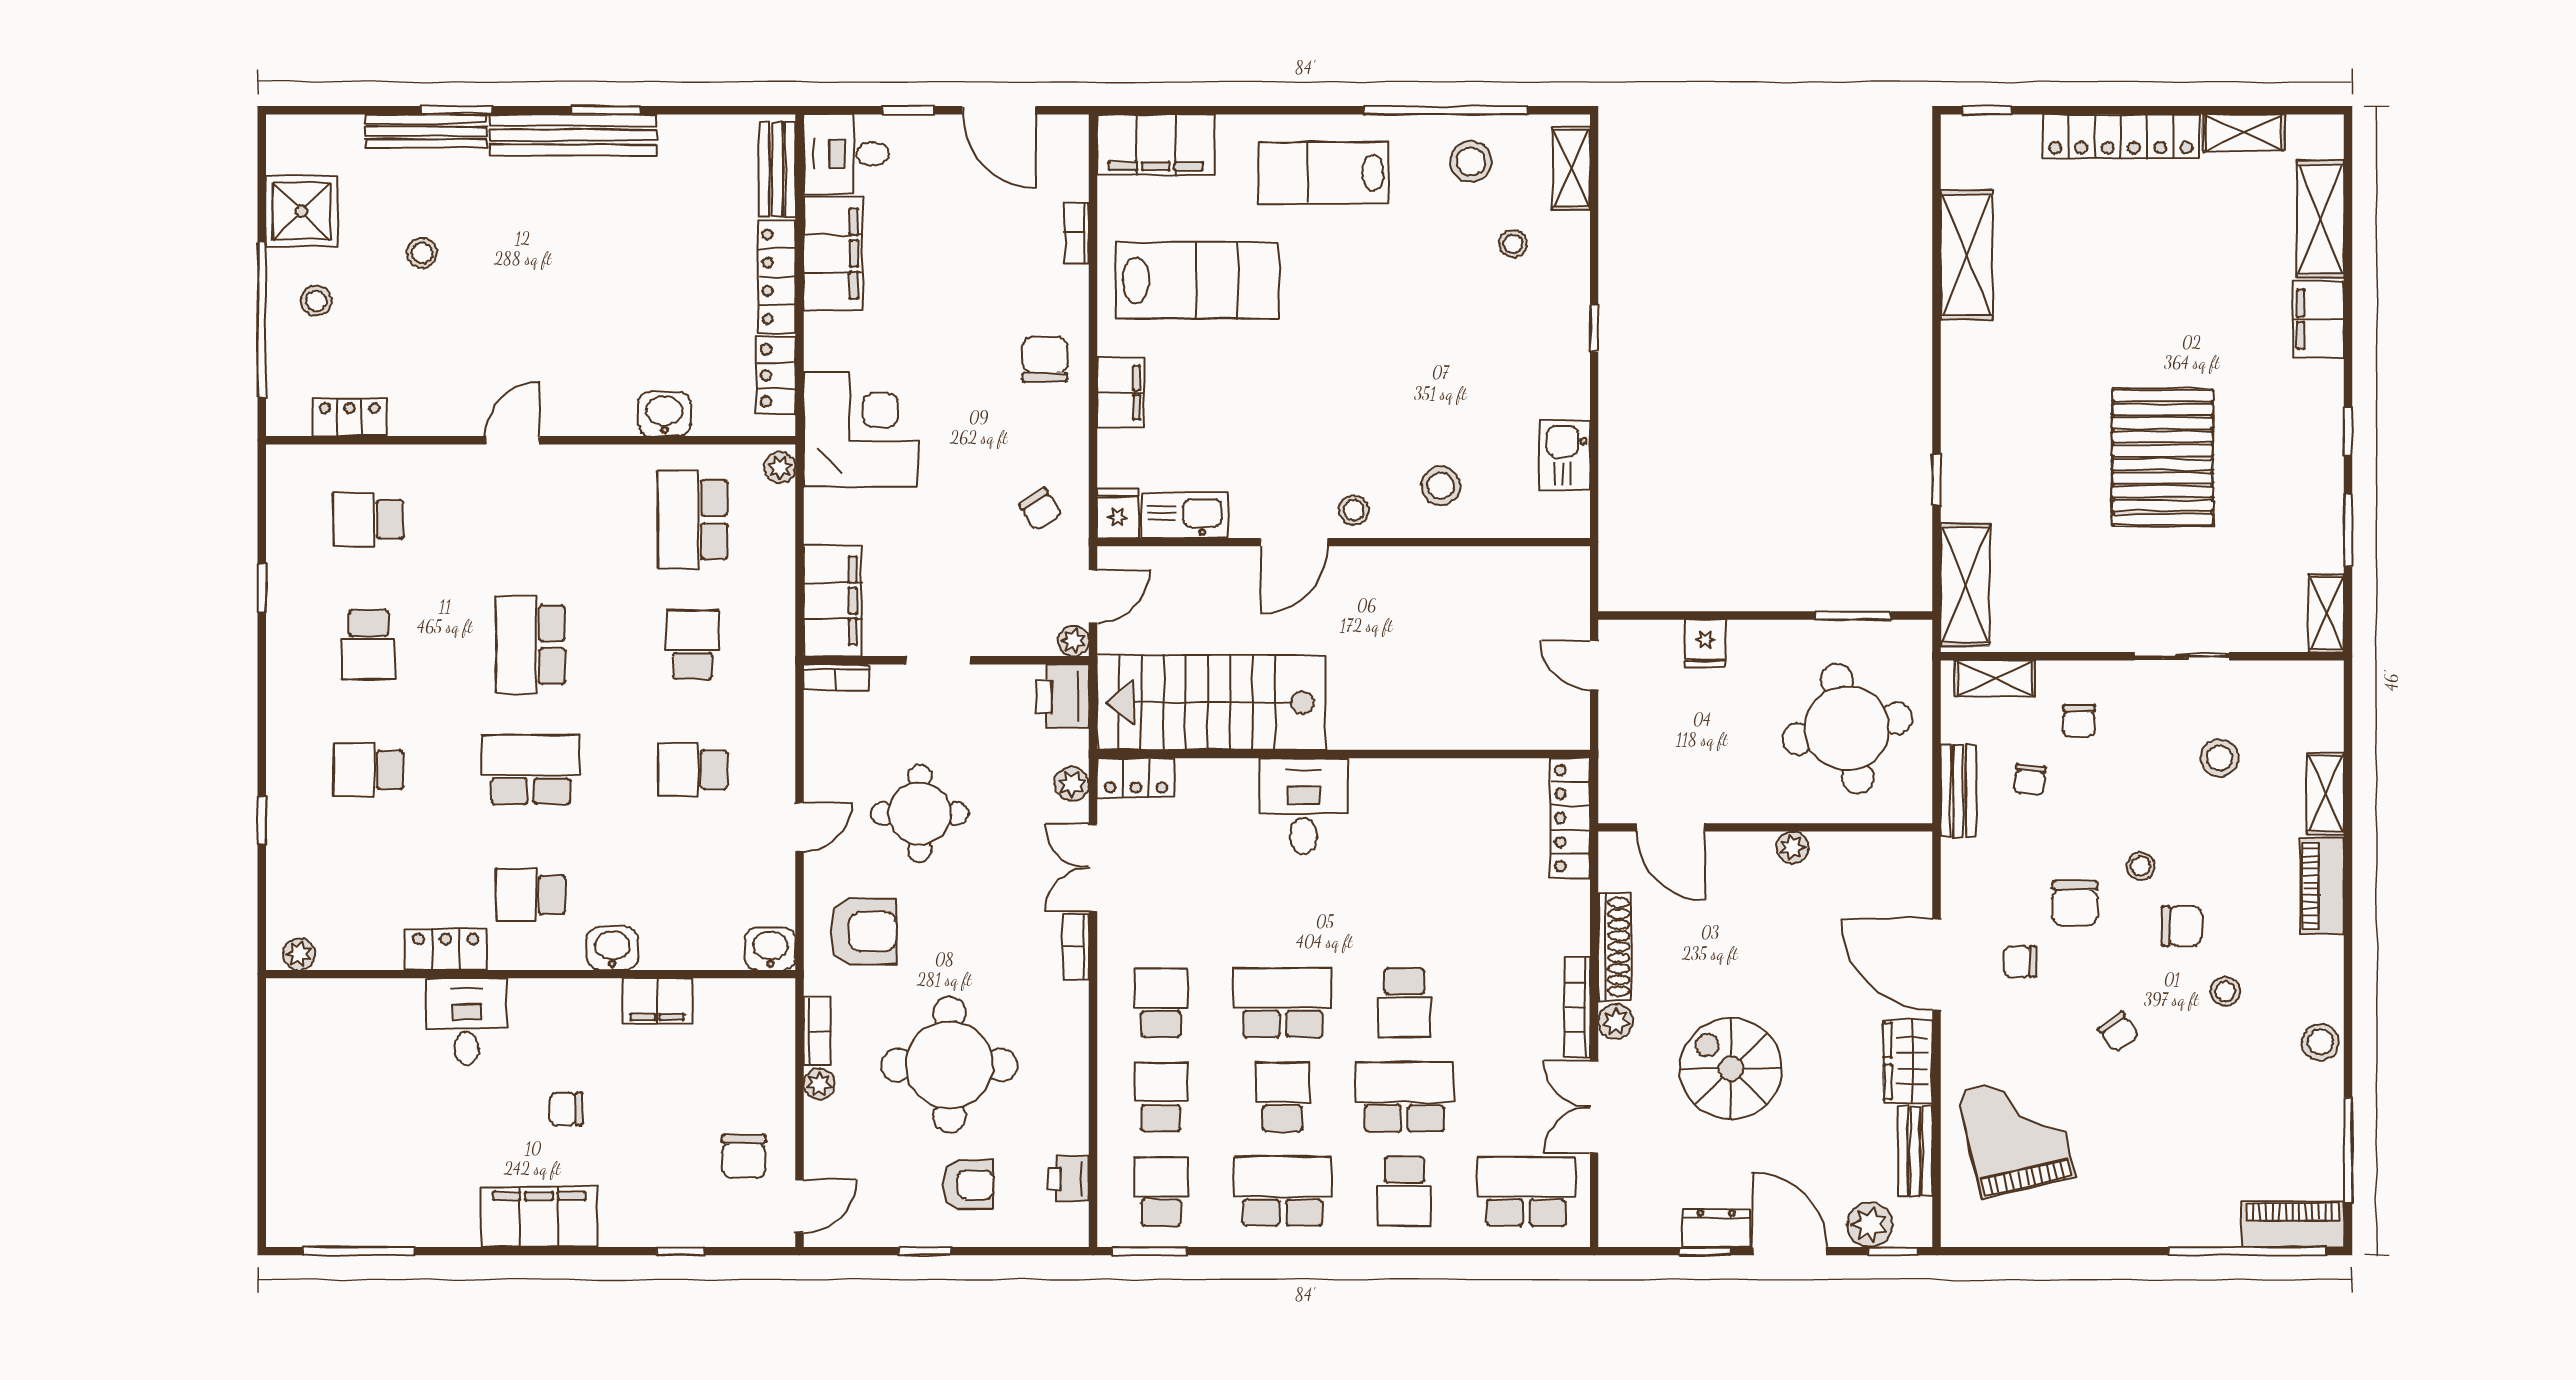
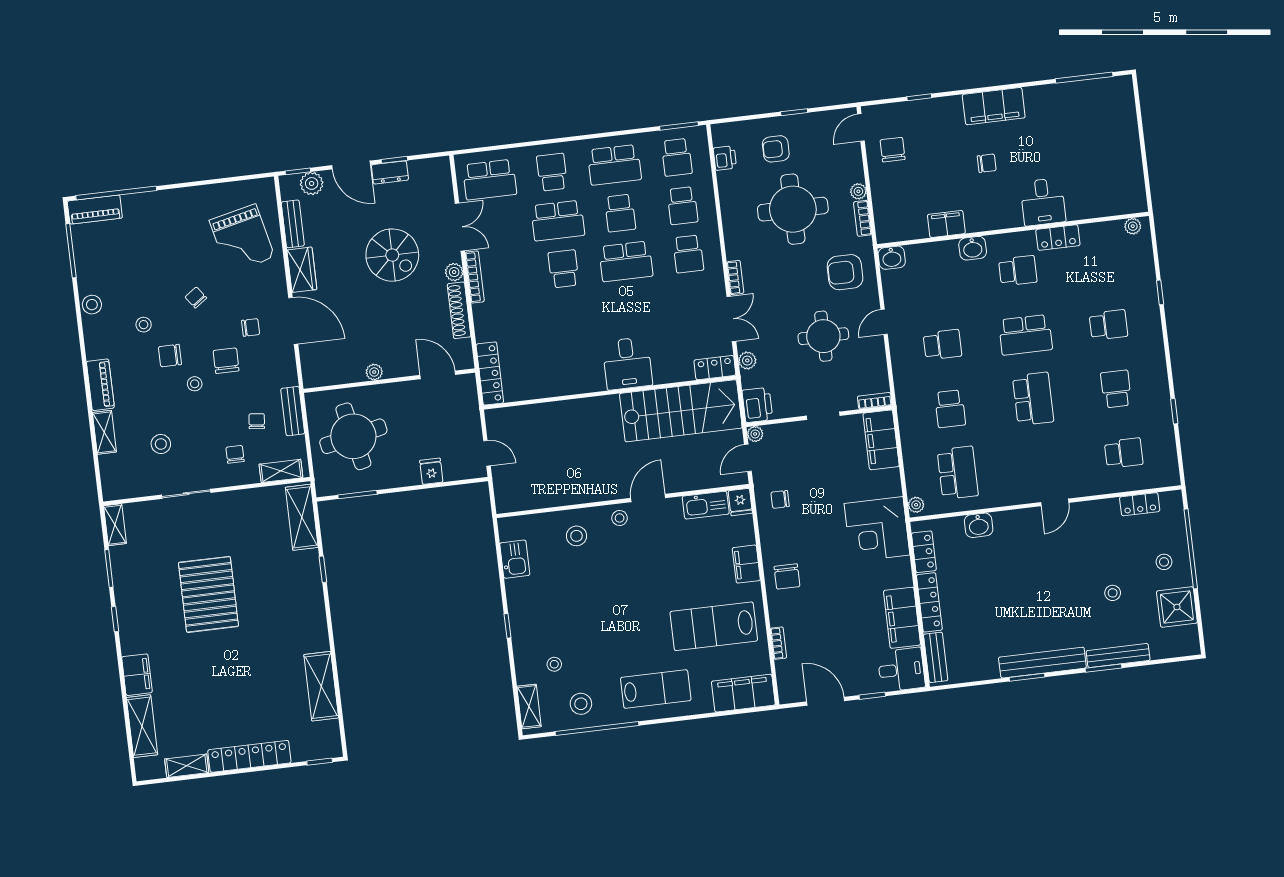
chair: (1041, 509) -> (780, 499), turned -56

